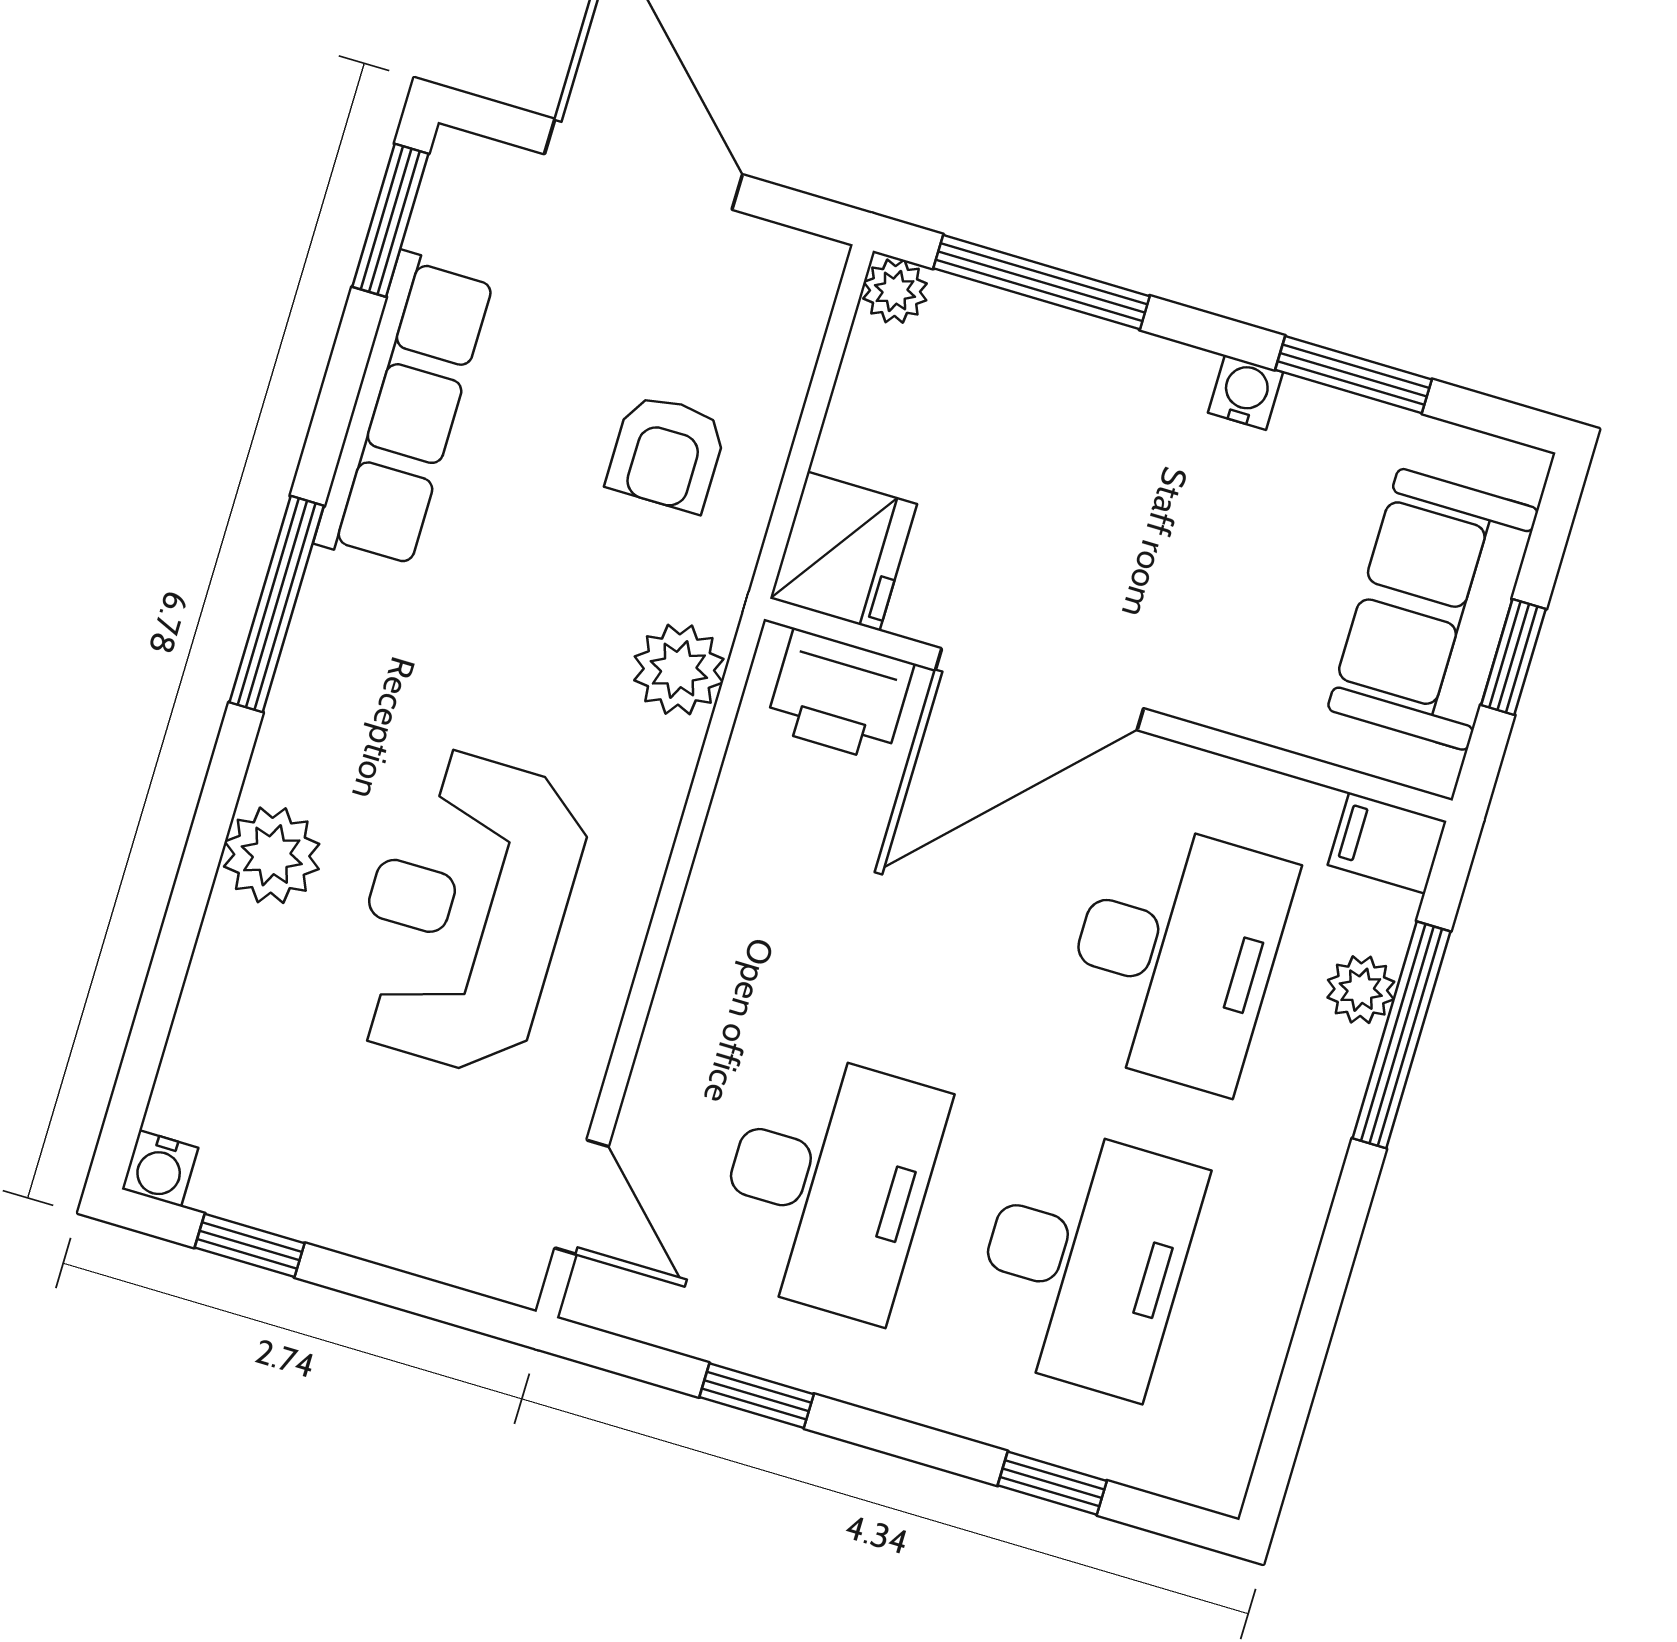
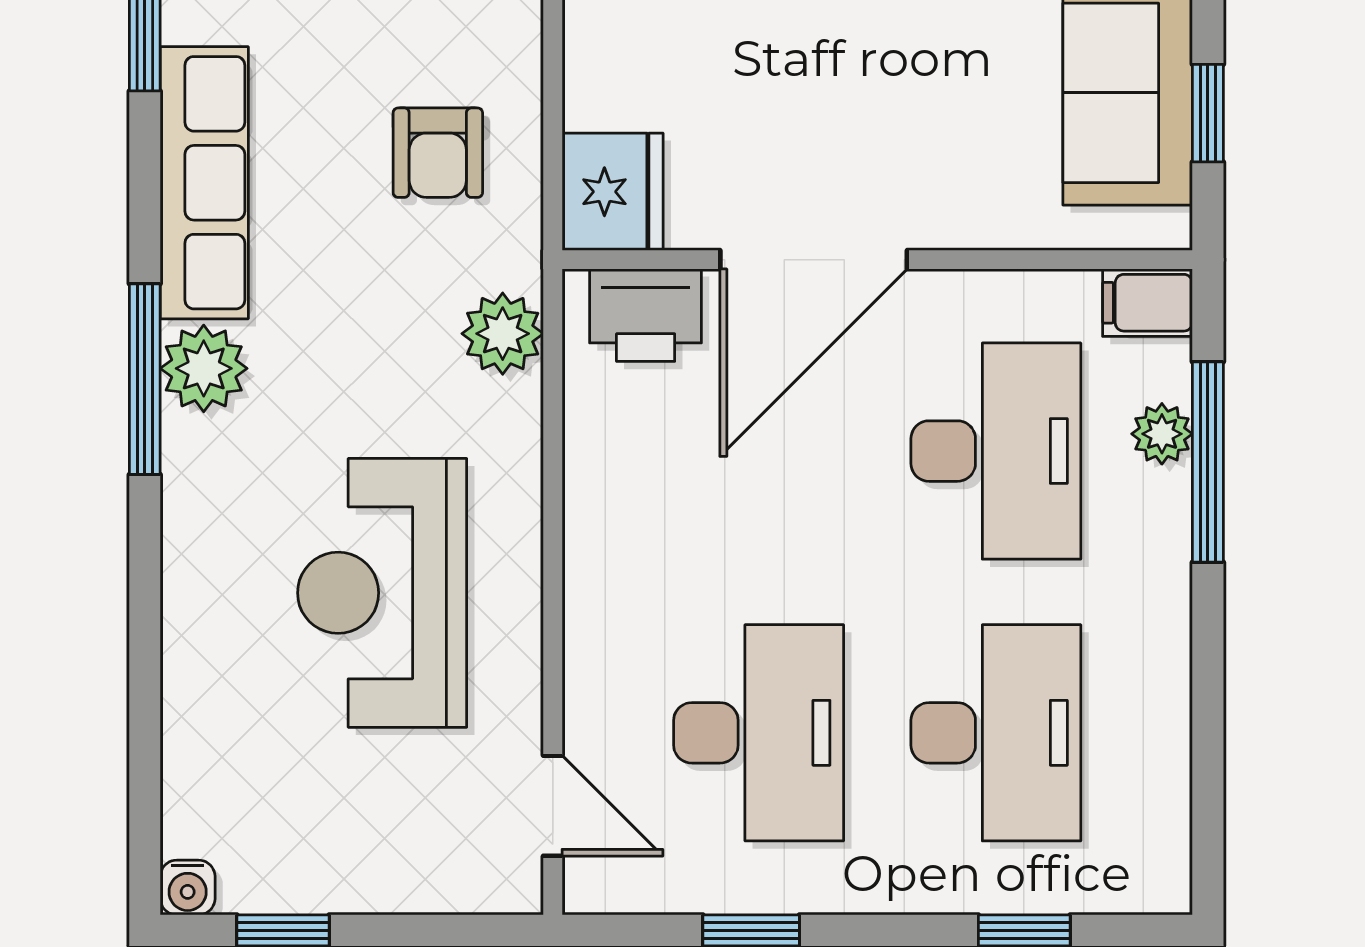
plant: (272, 855) -> (204, 368), moved

